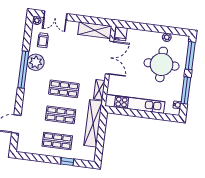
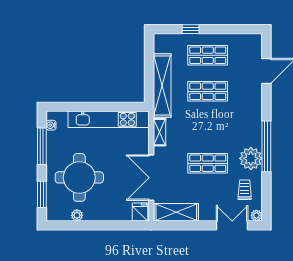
window: (190, 56) -> (42, 194), width x0.69
shop shelf: (64, 89) -> (208, 163), moved

